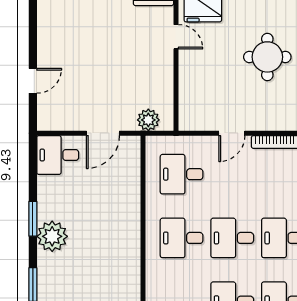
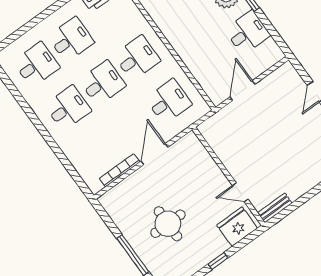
plant: (148, 120) -> (218, 122), removed
door: (232, 133) -> (154, 154), width x1.38
desk: (58, 155) -> (247, 33), moved

